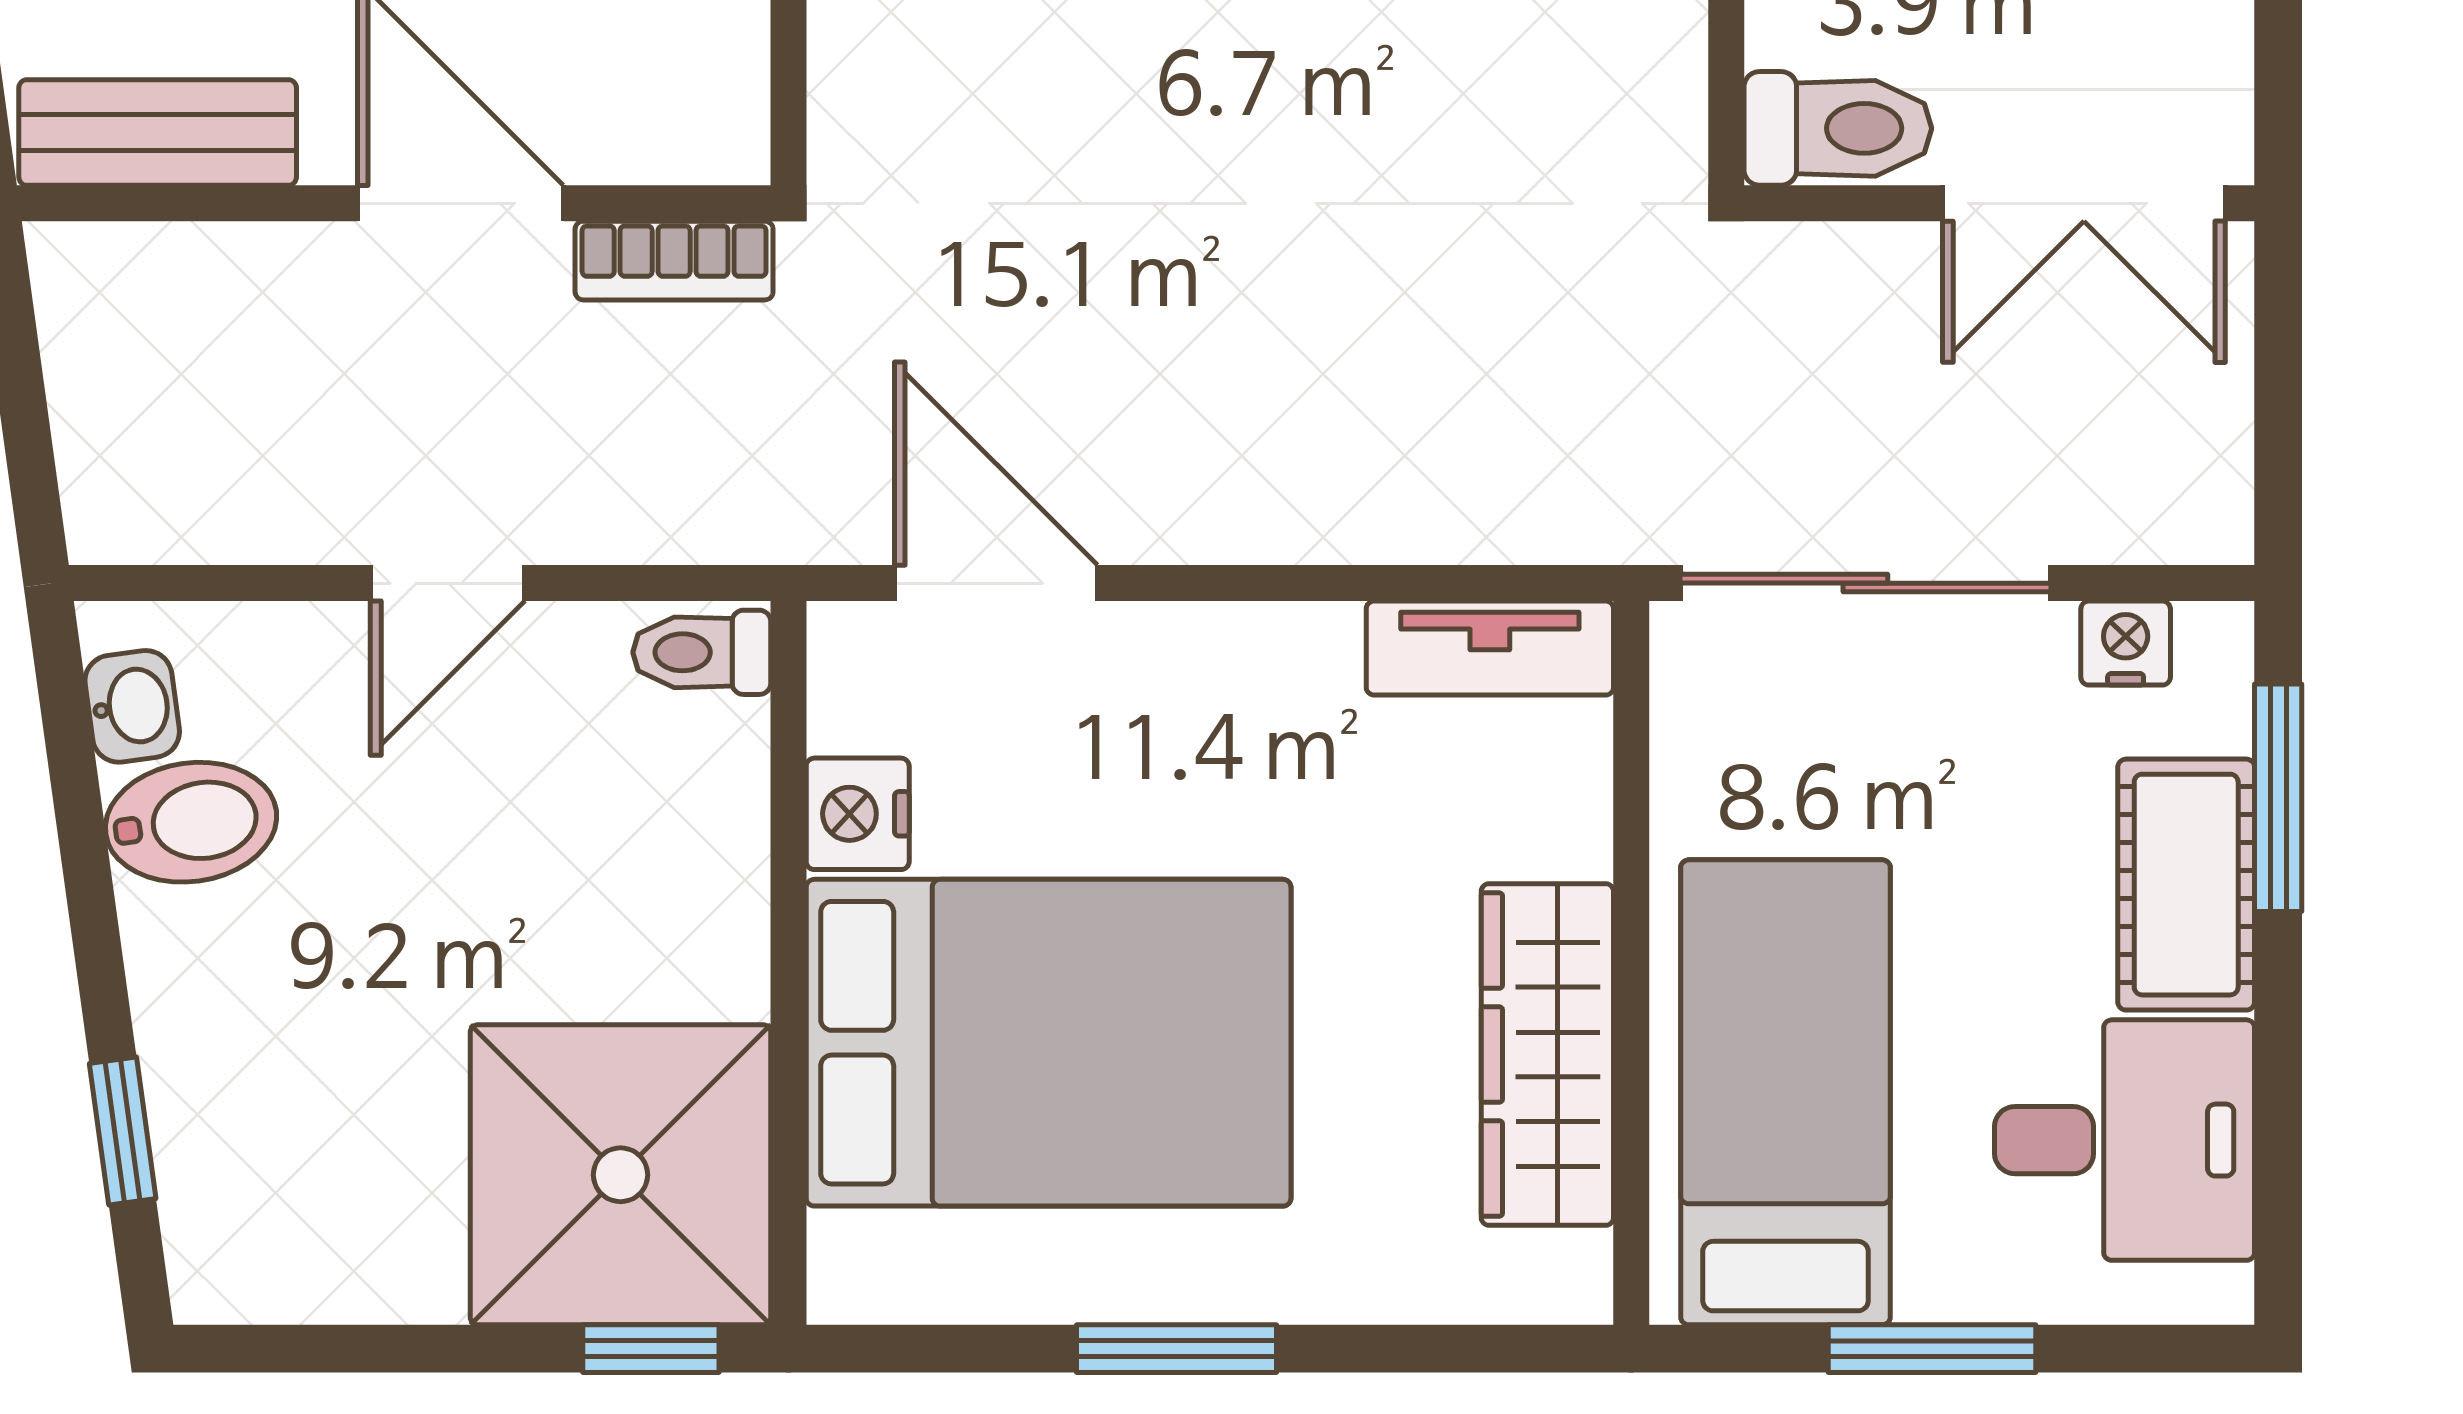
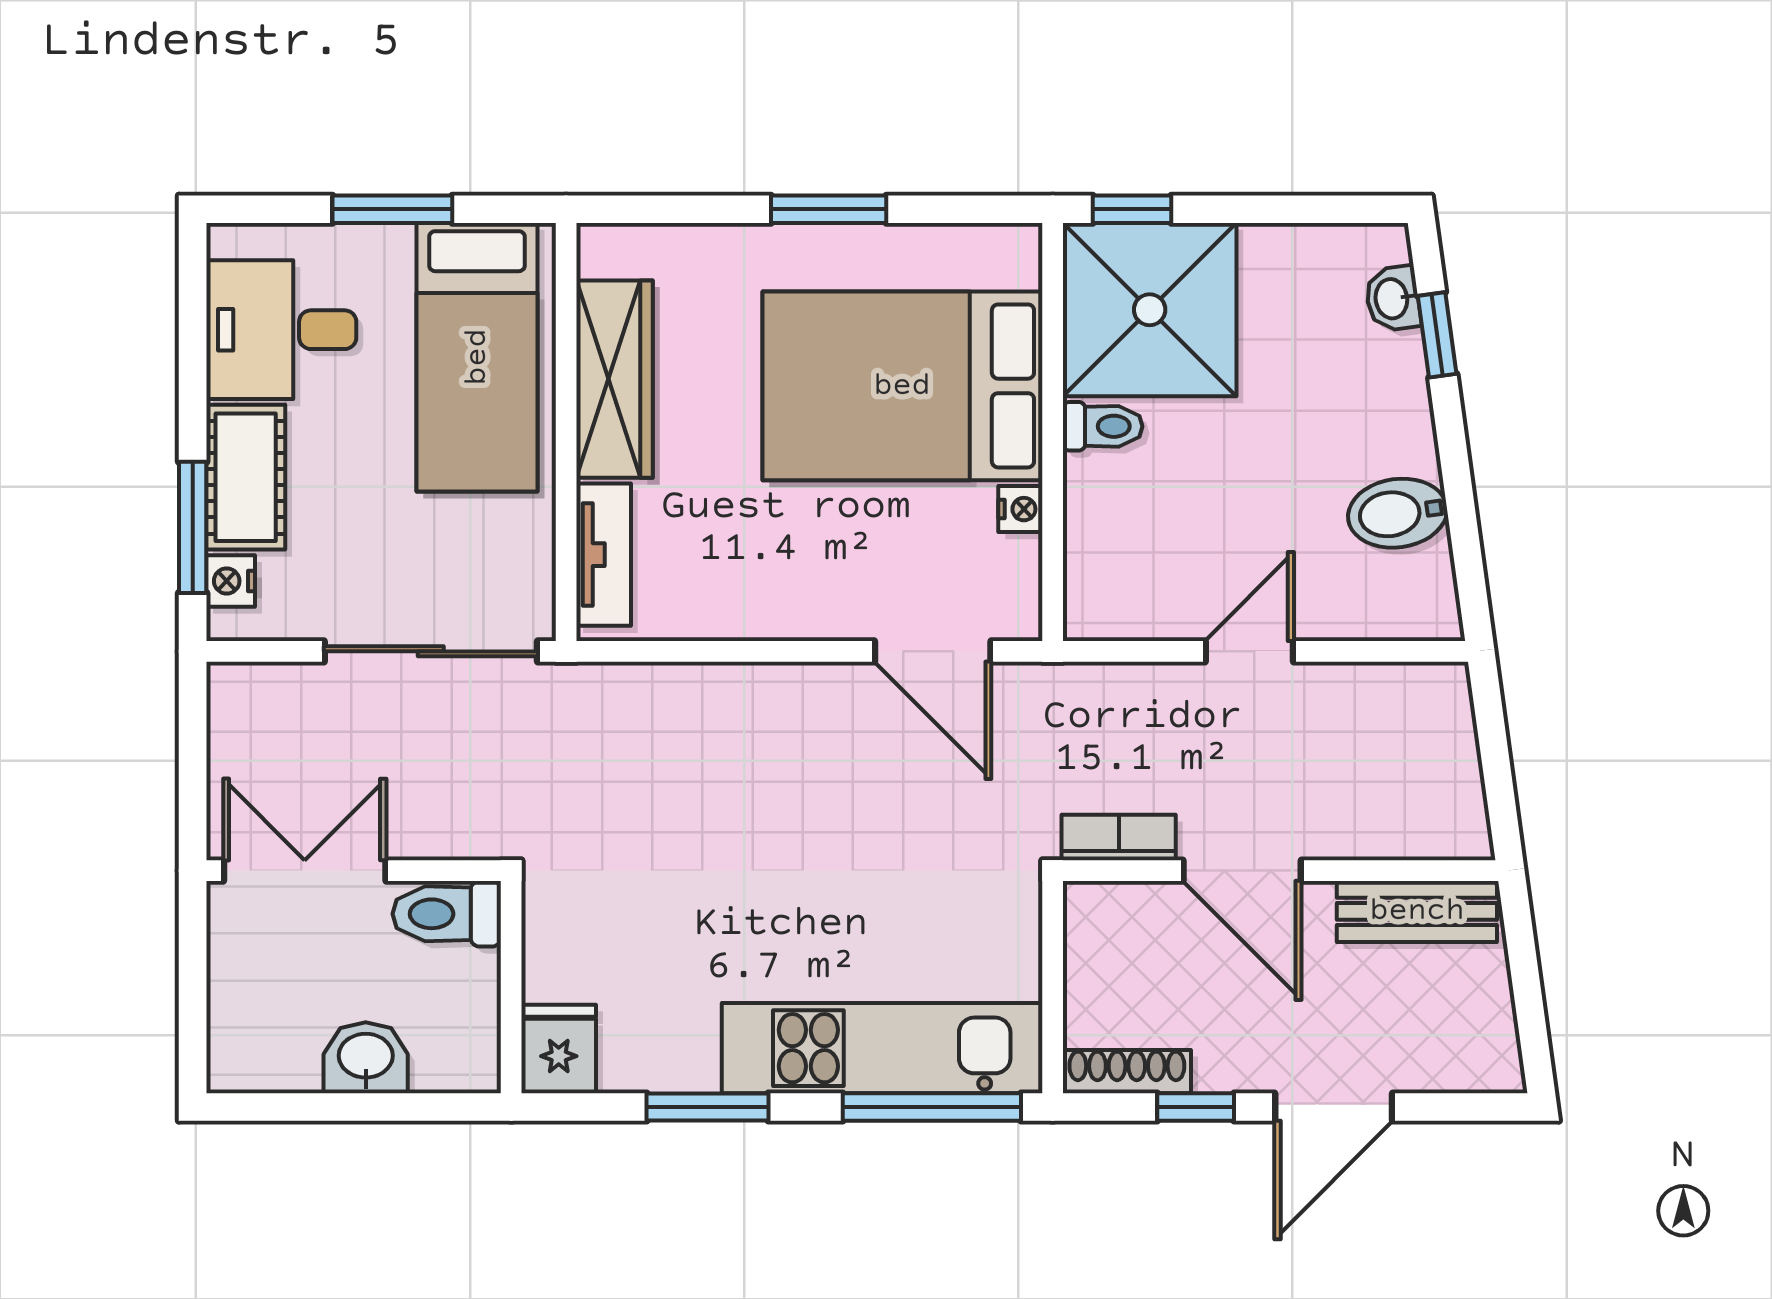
nightstand: (2126, 643) -> (231, 581), moved, turned 90
tv unit: (1490, 648) -> (604, 555), moved, turned 90
toilet: (702, 652) -> (1103, 426), moved
washbasin: (132, 706) -> (1393, 299), moved
nightstand: (858, 814) -> (1020, 509), width x0.72, depth x0.74

